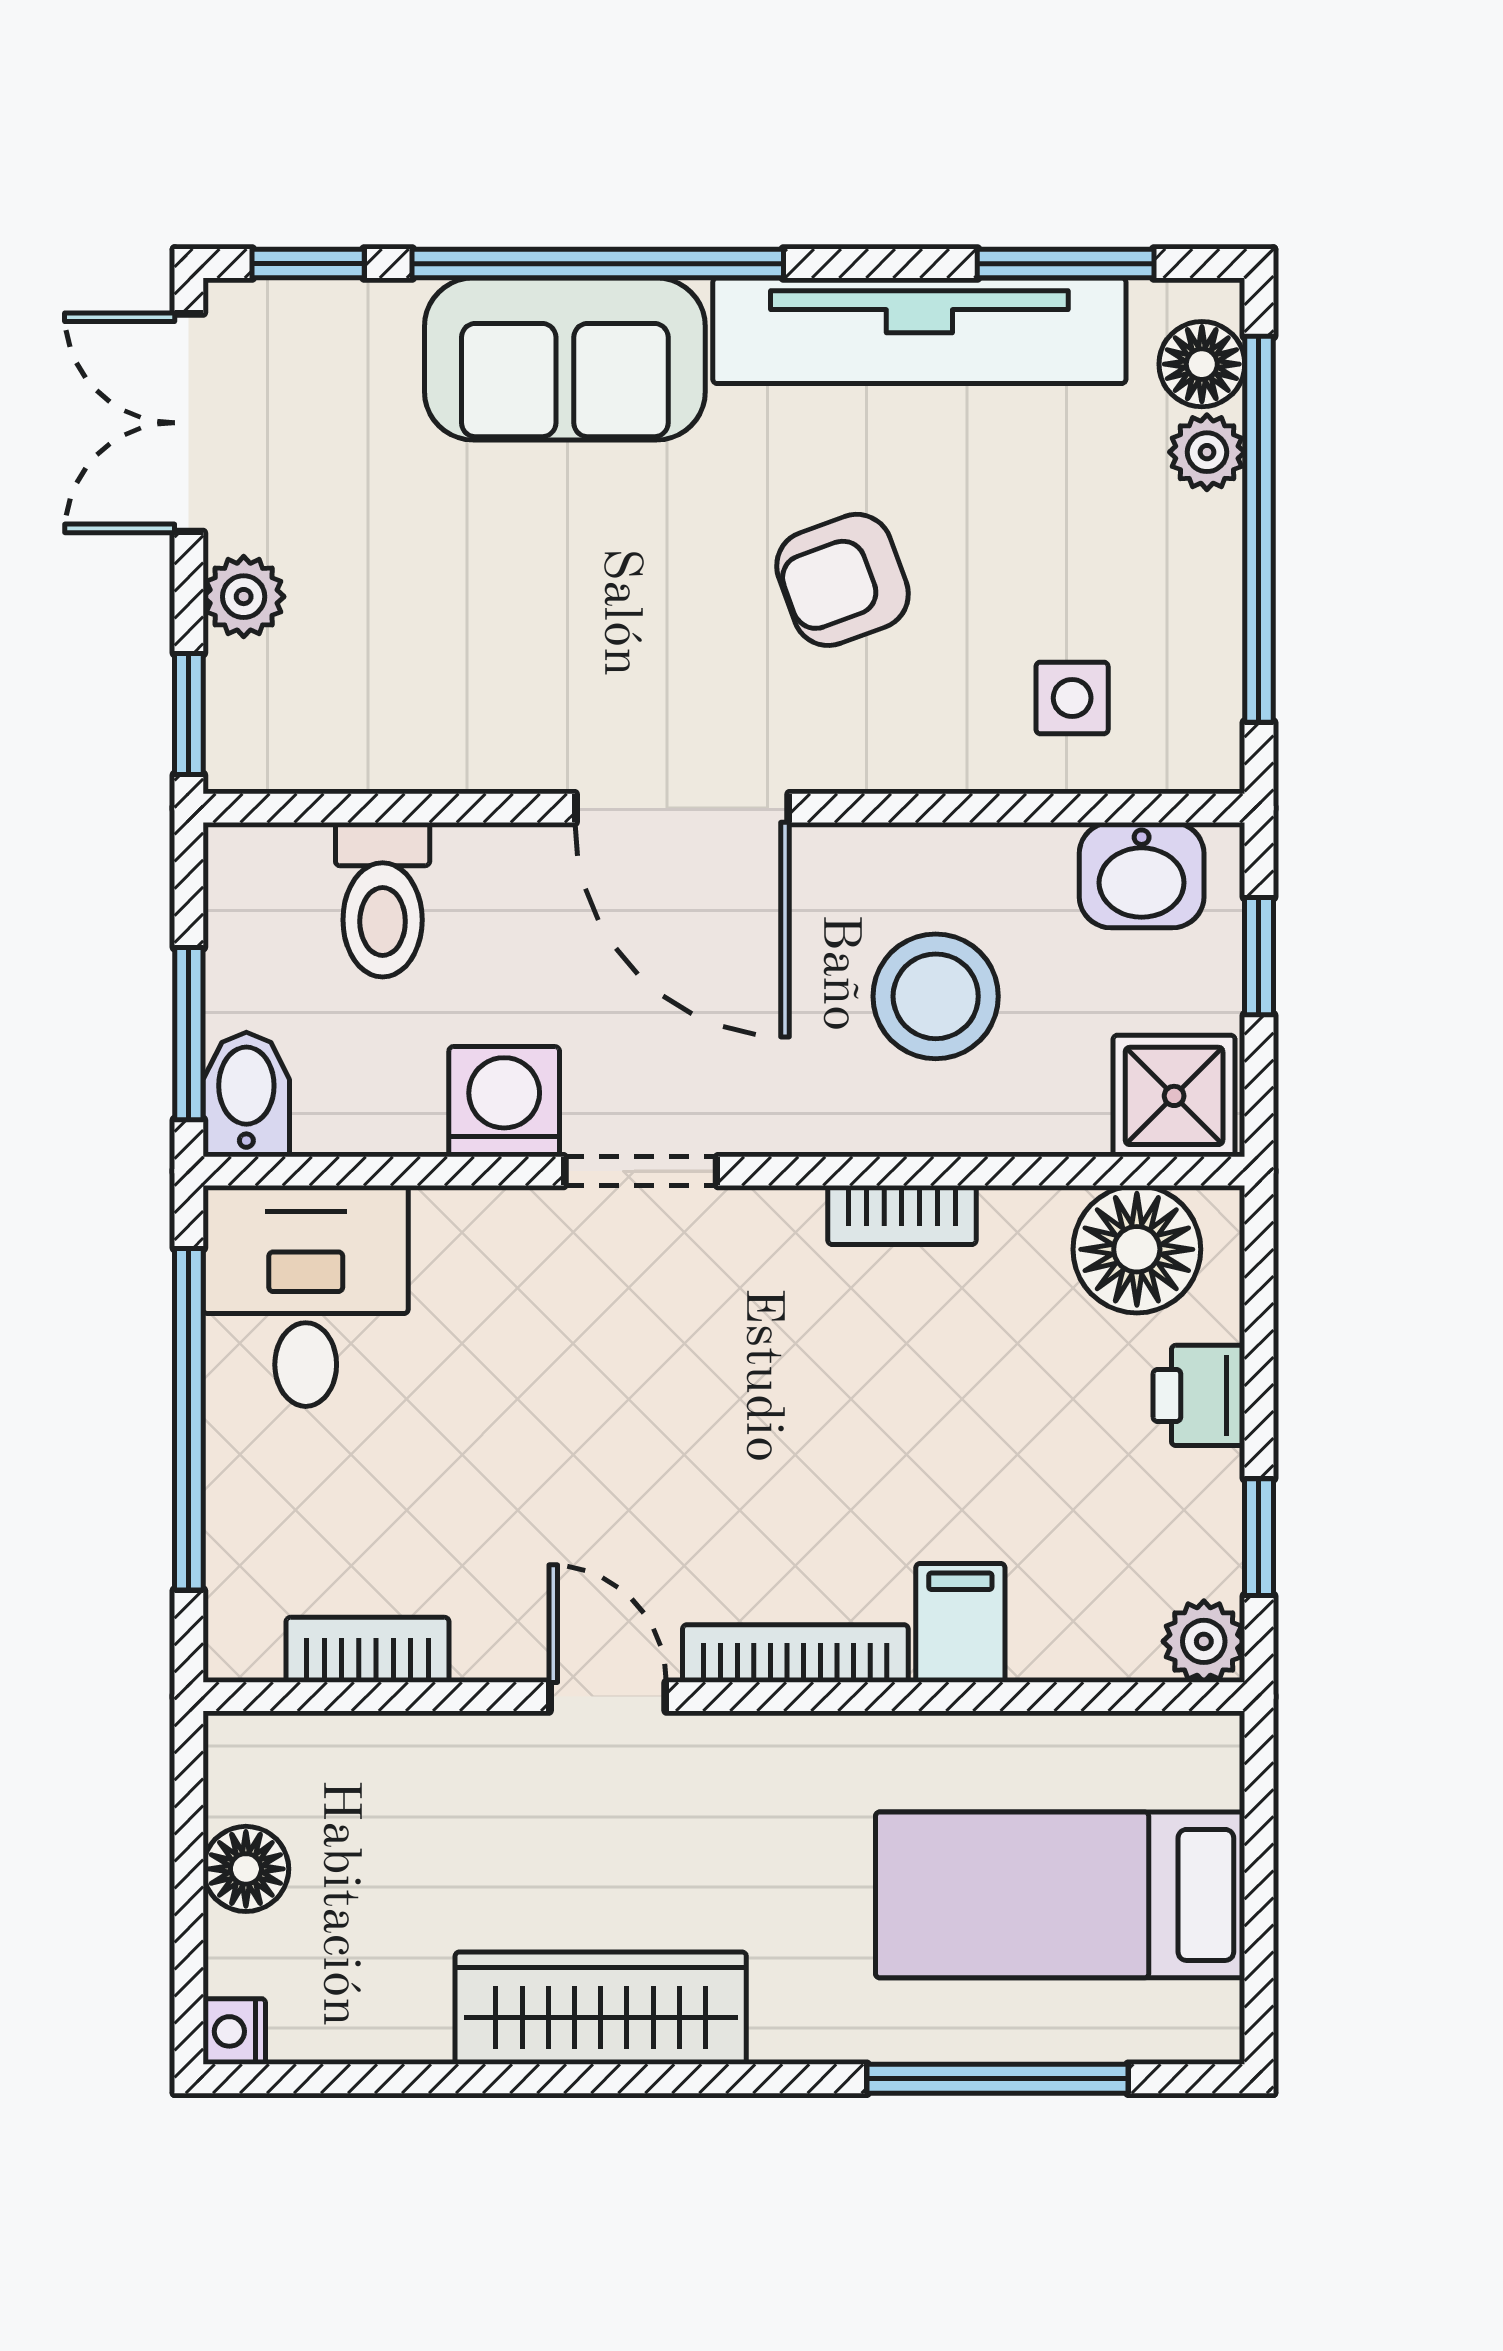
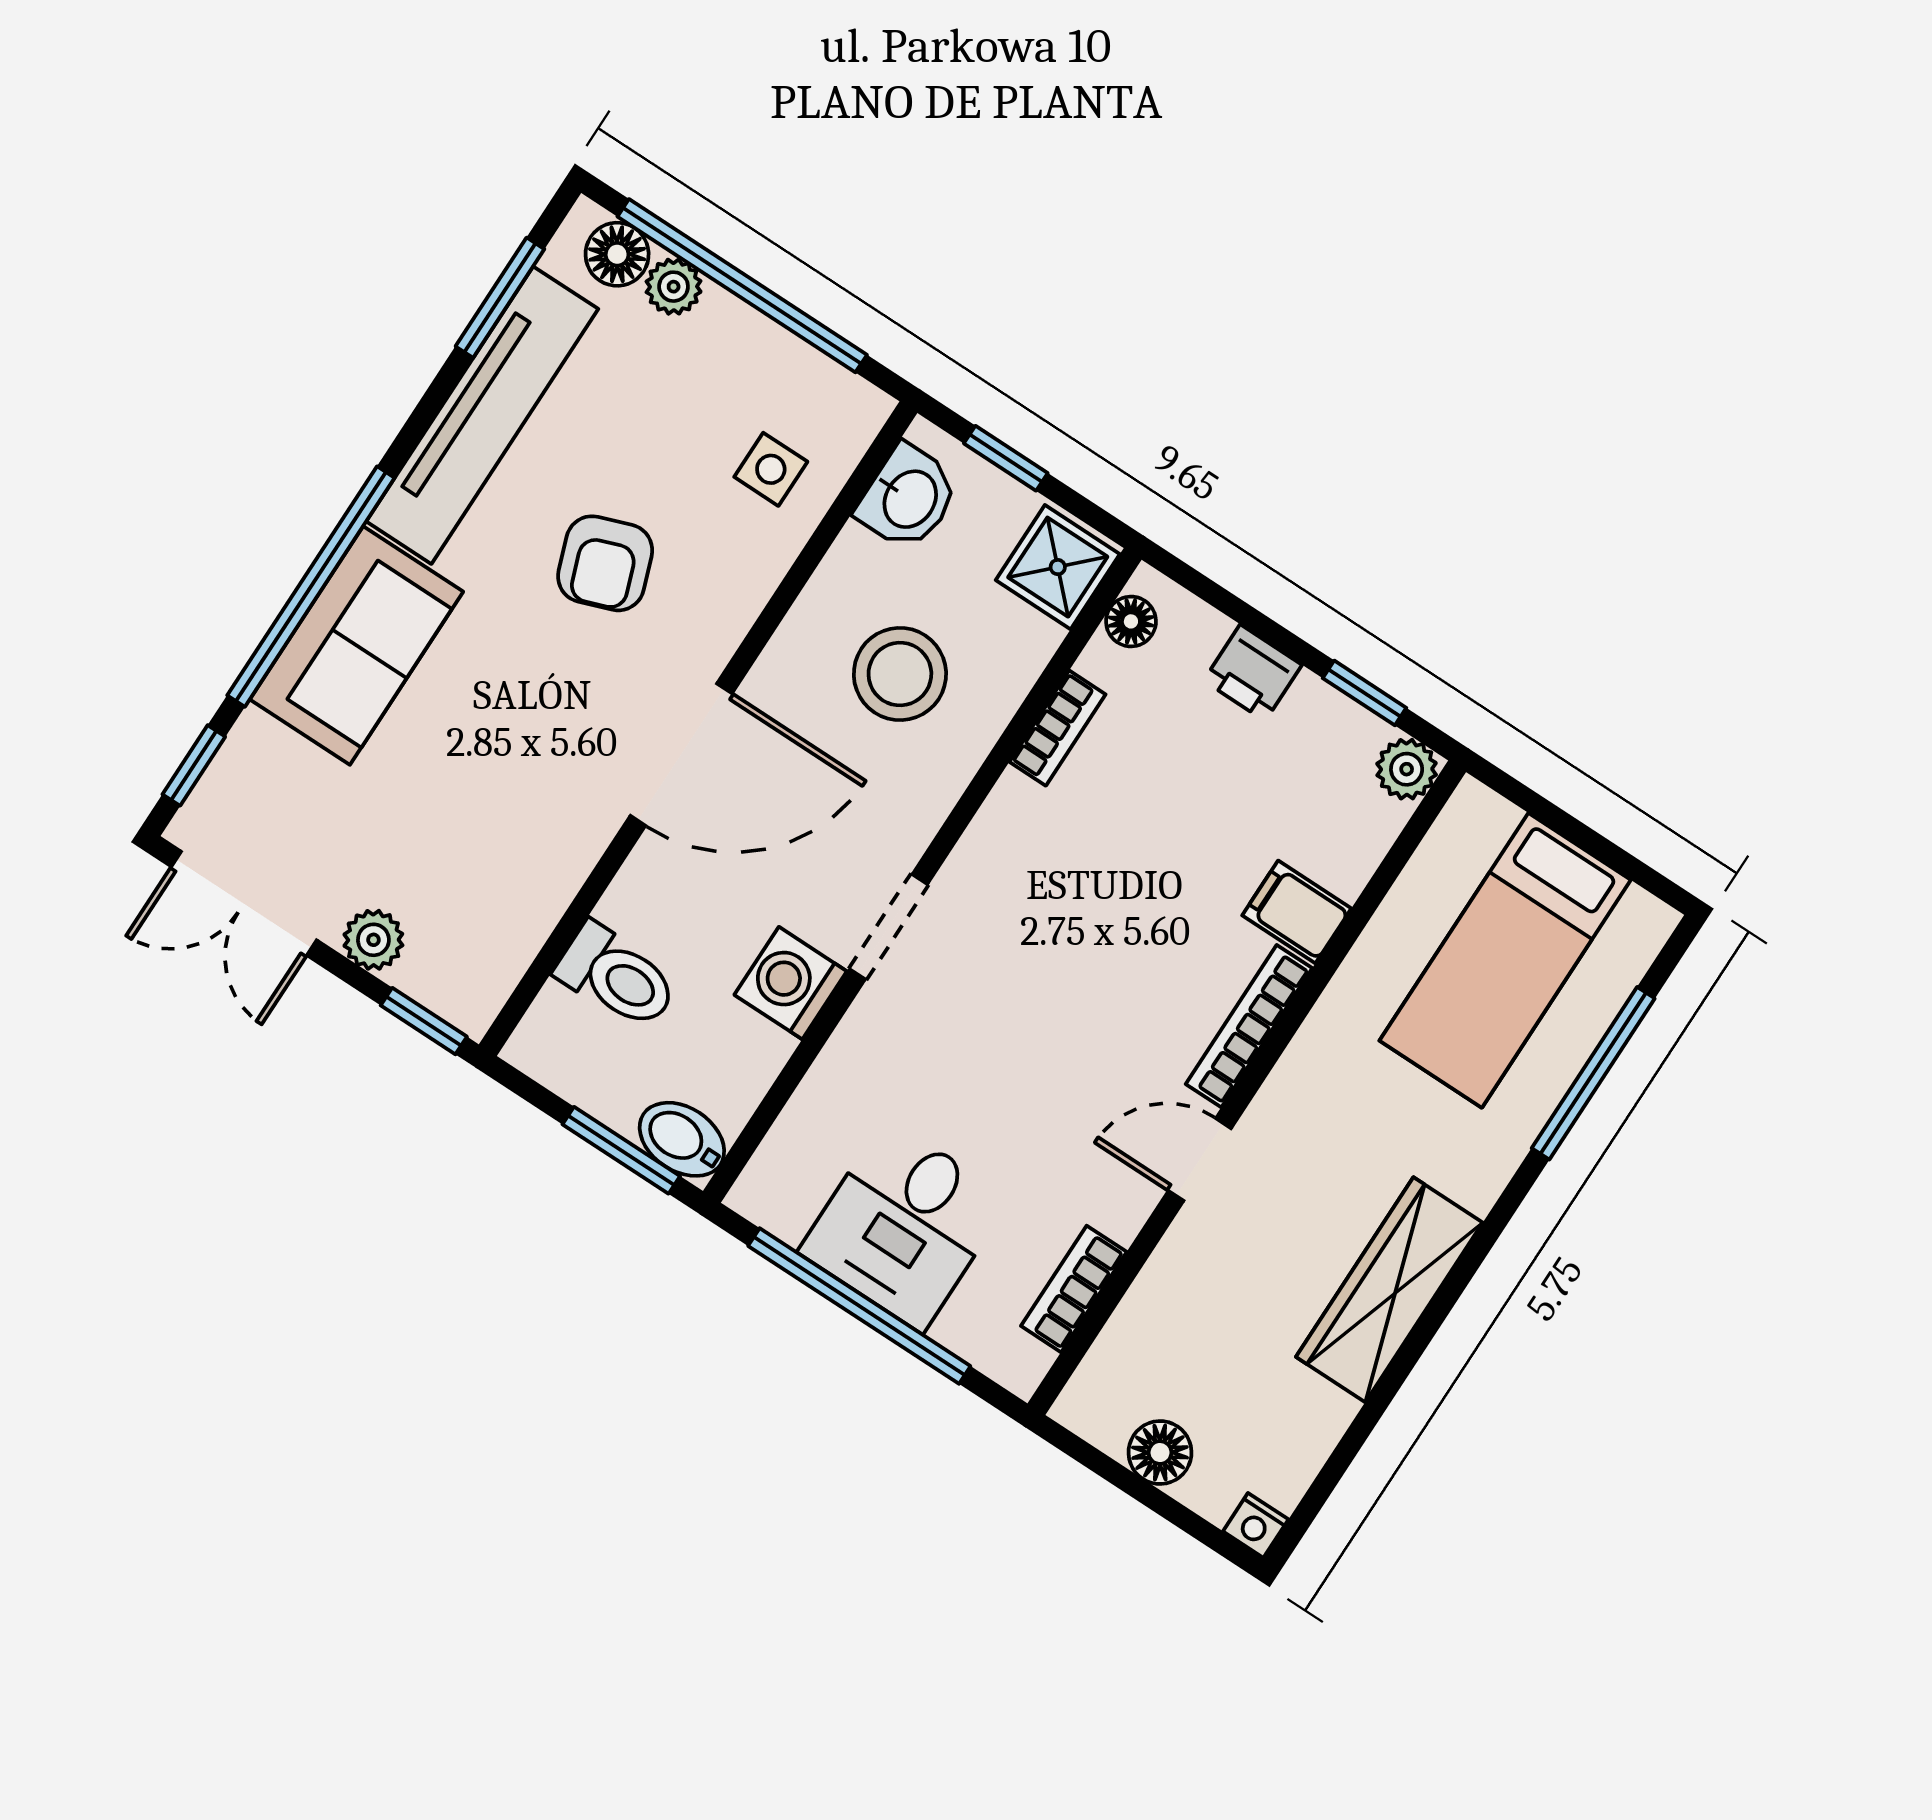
bookcase: (902, 1215) -> (1057, 728), moved
floor lamp: (1137, 1249) -> (1131, 621), width x0.53, depth x0.53
desk: (306, 1296) -> (904, 1225), moved, turned -90

